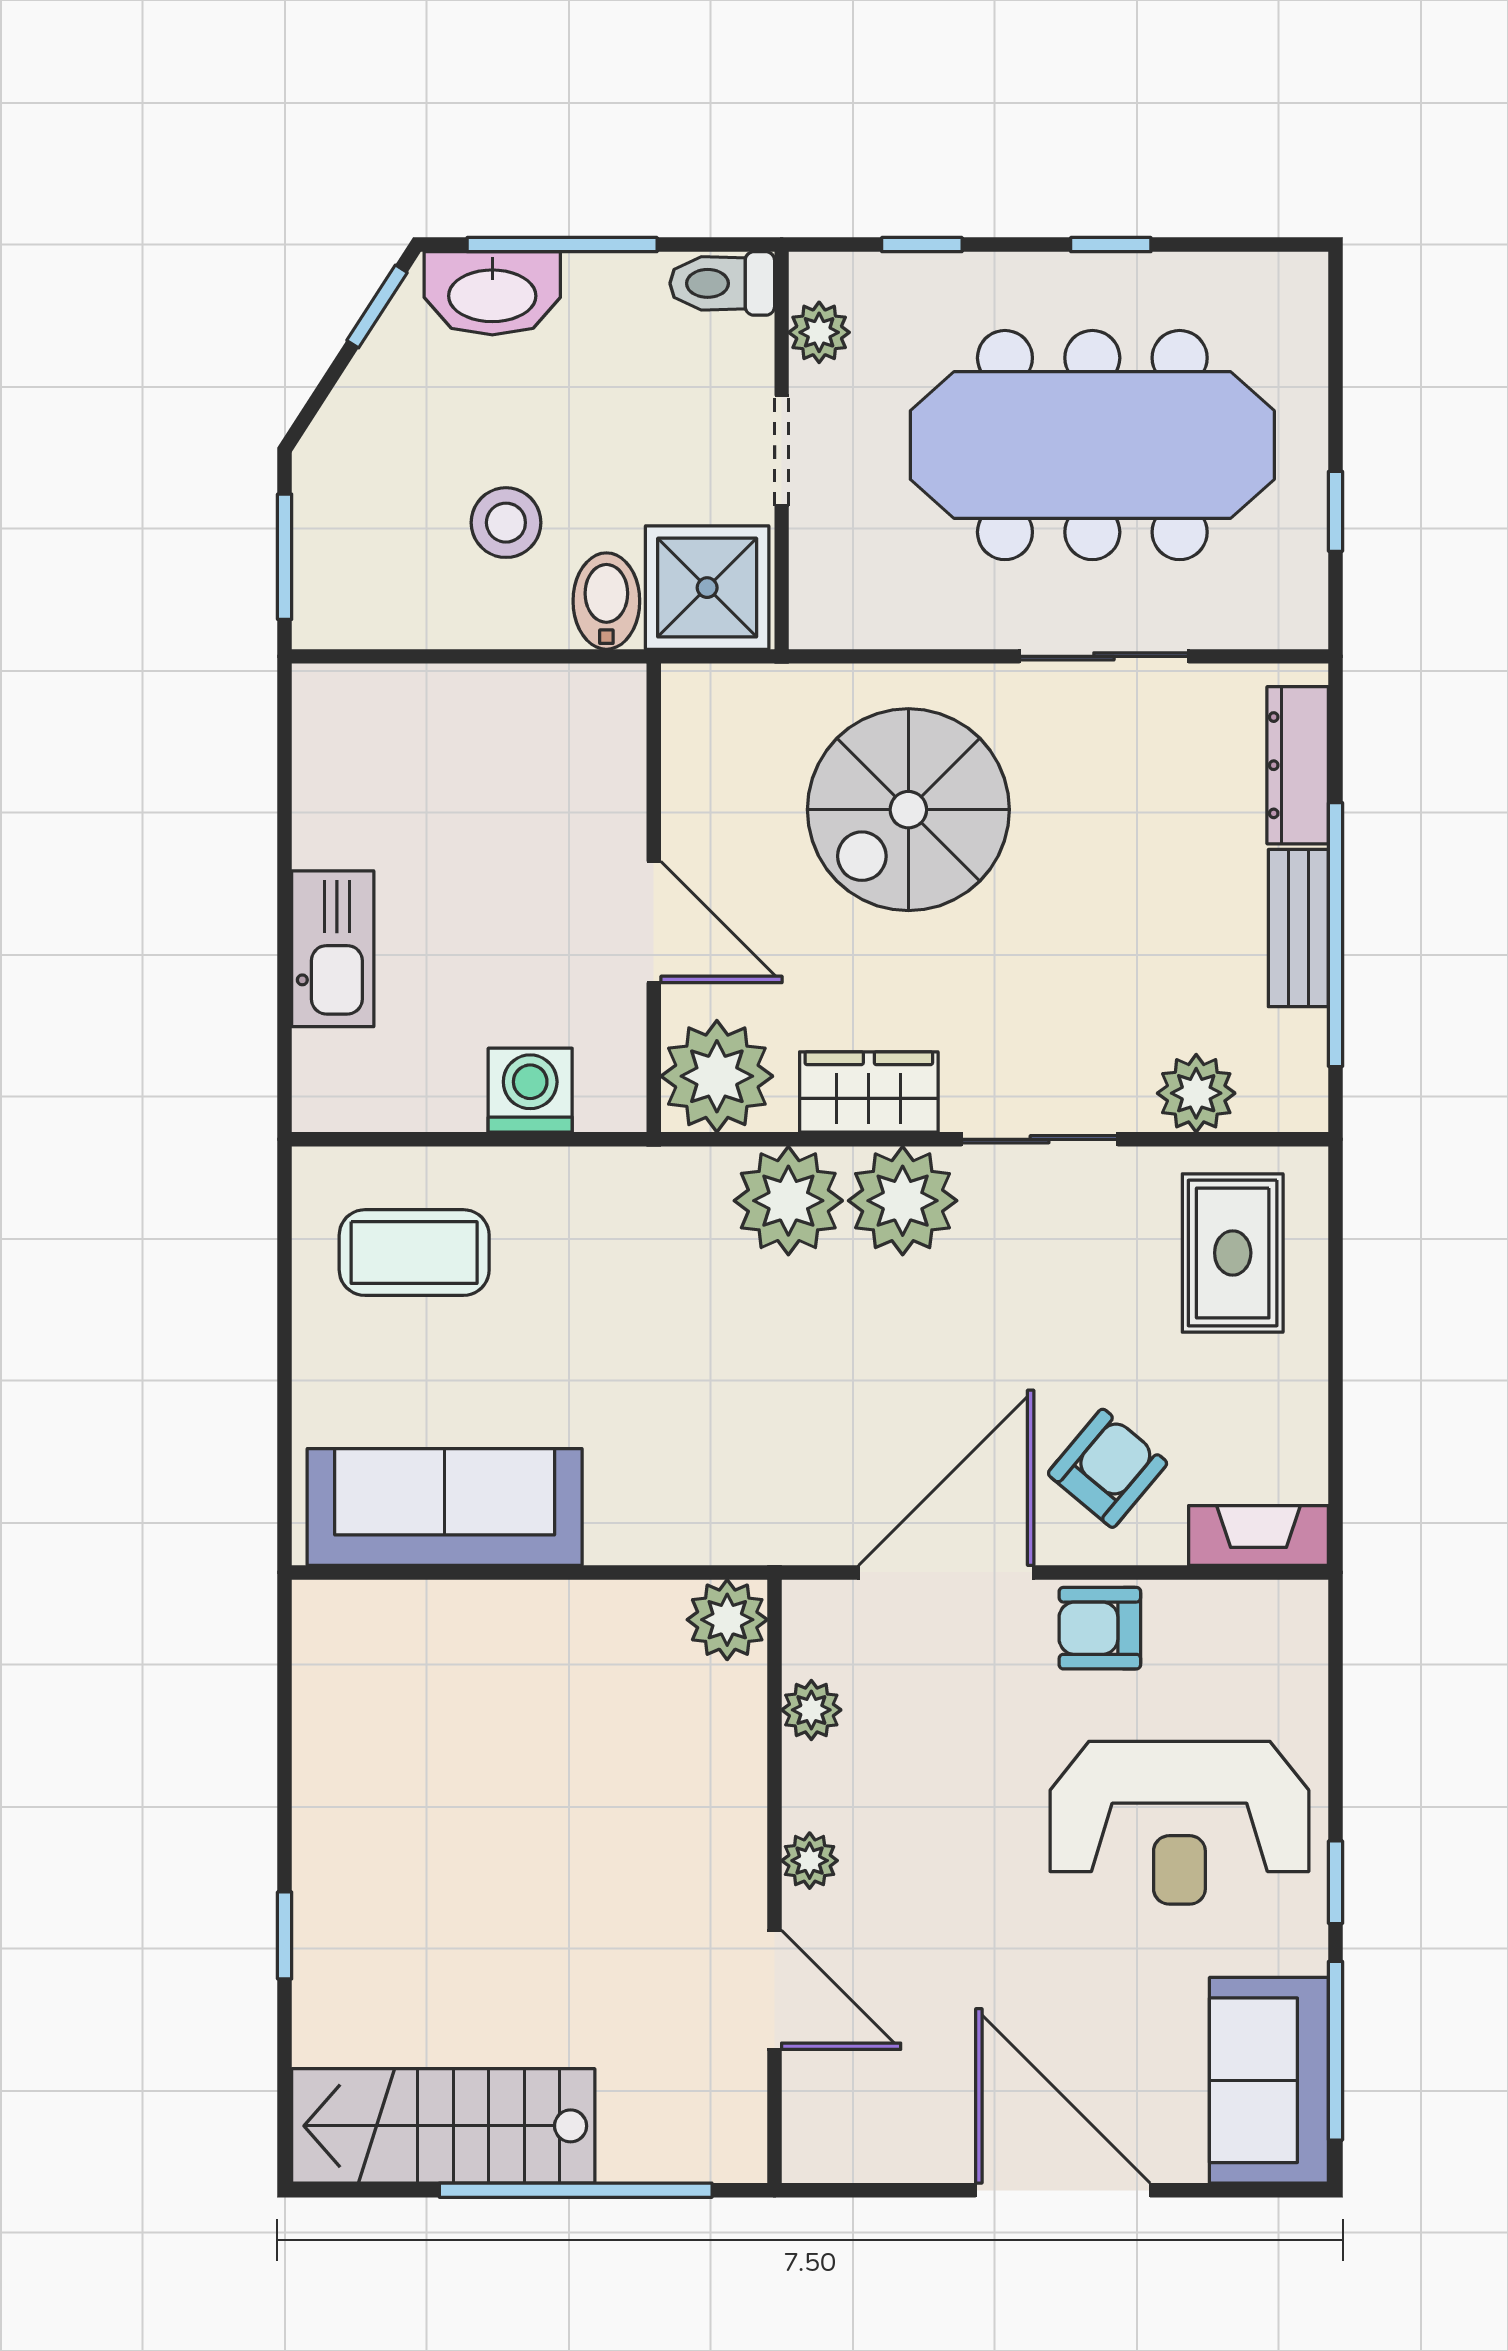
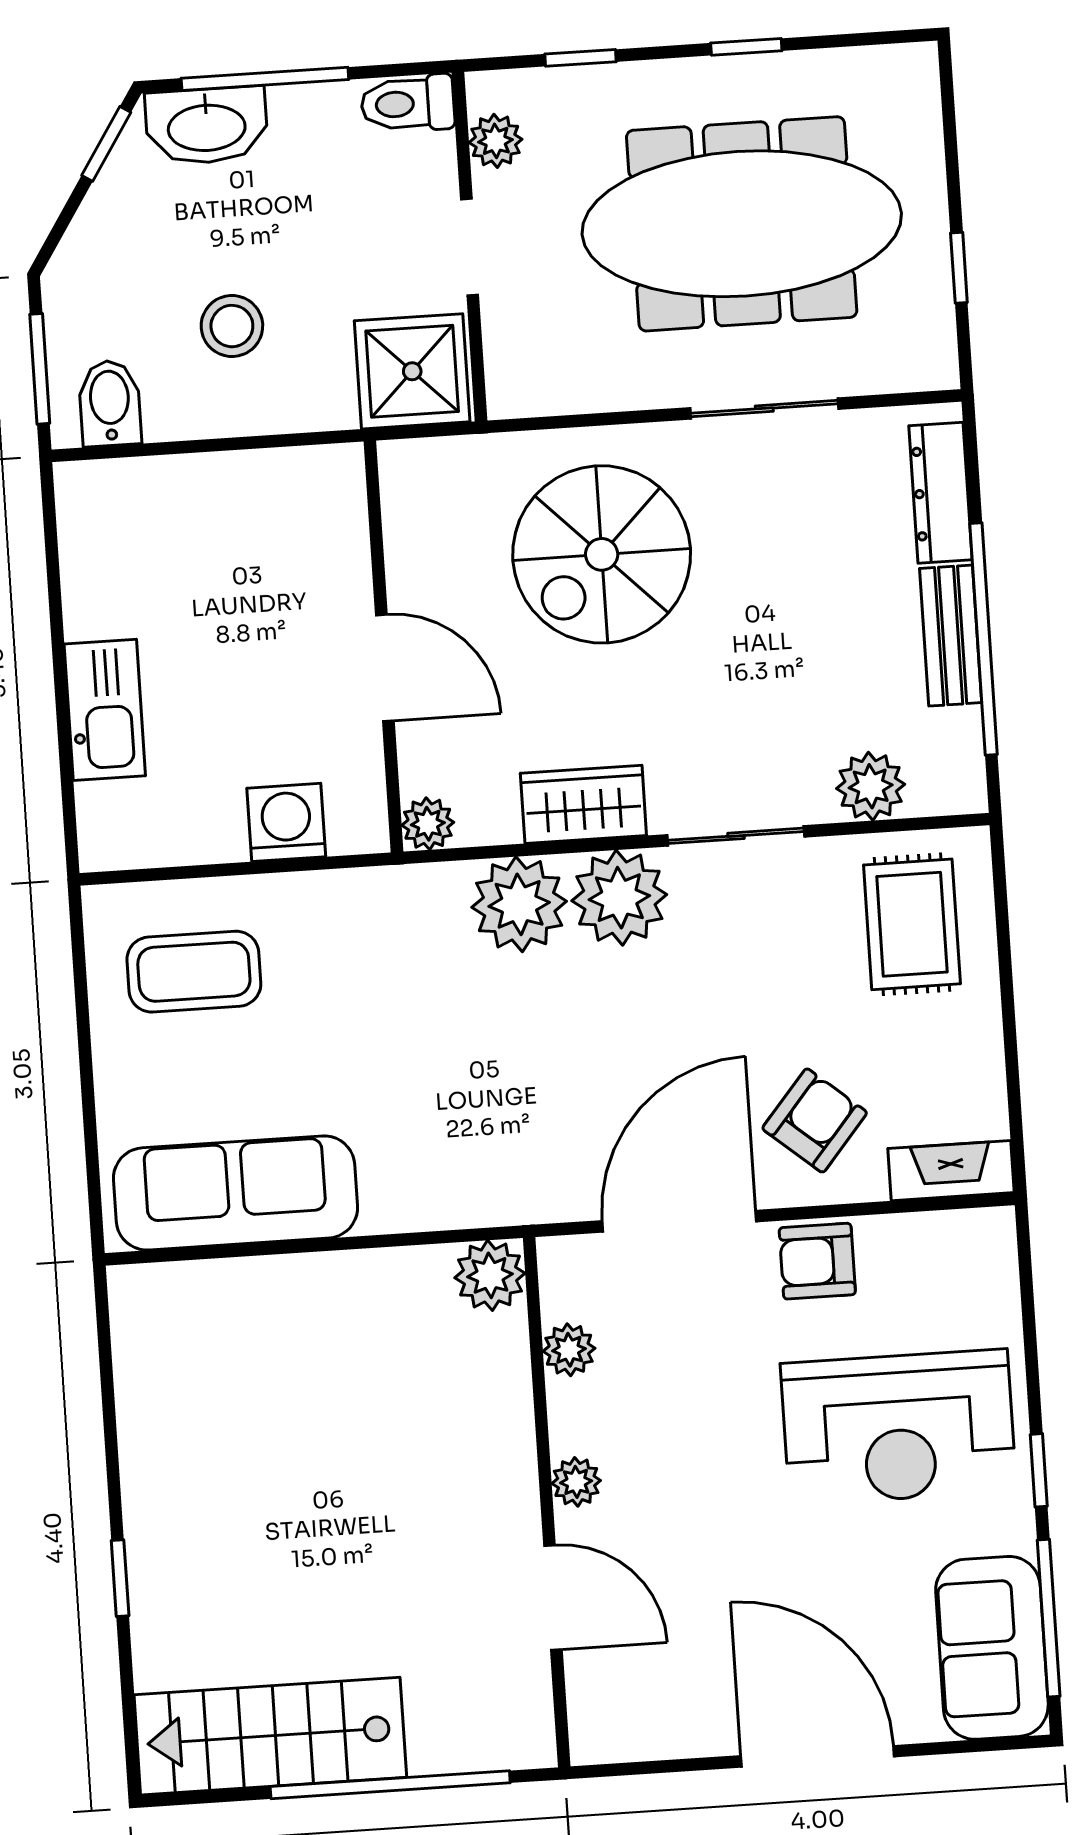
bidet: (606, 601) -> (110, 403), moved
plant: (717, 1076) -> (428, 824), width x0.53, depth x0.53

